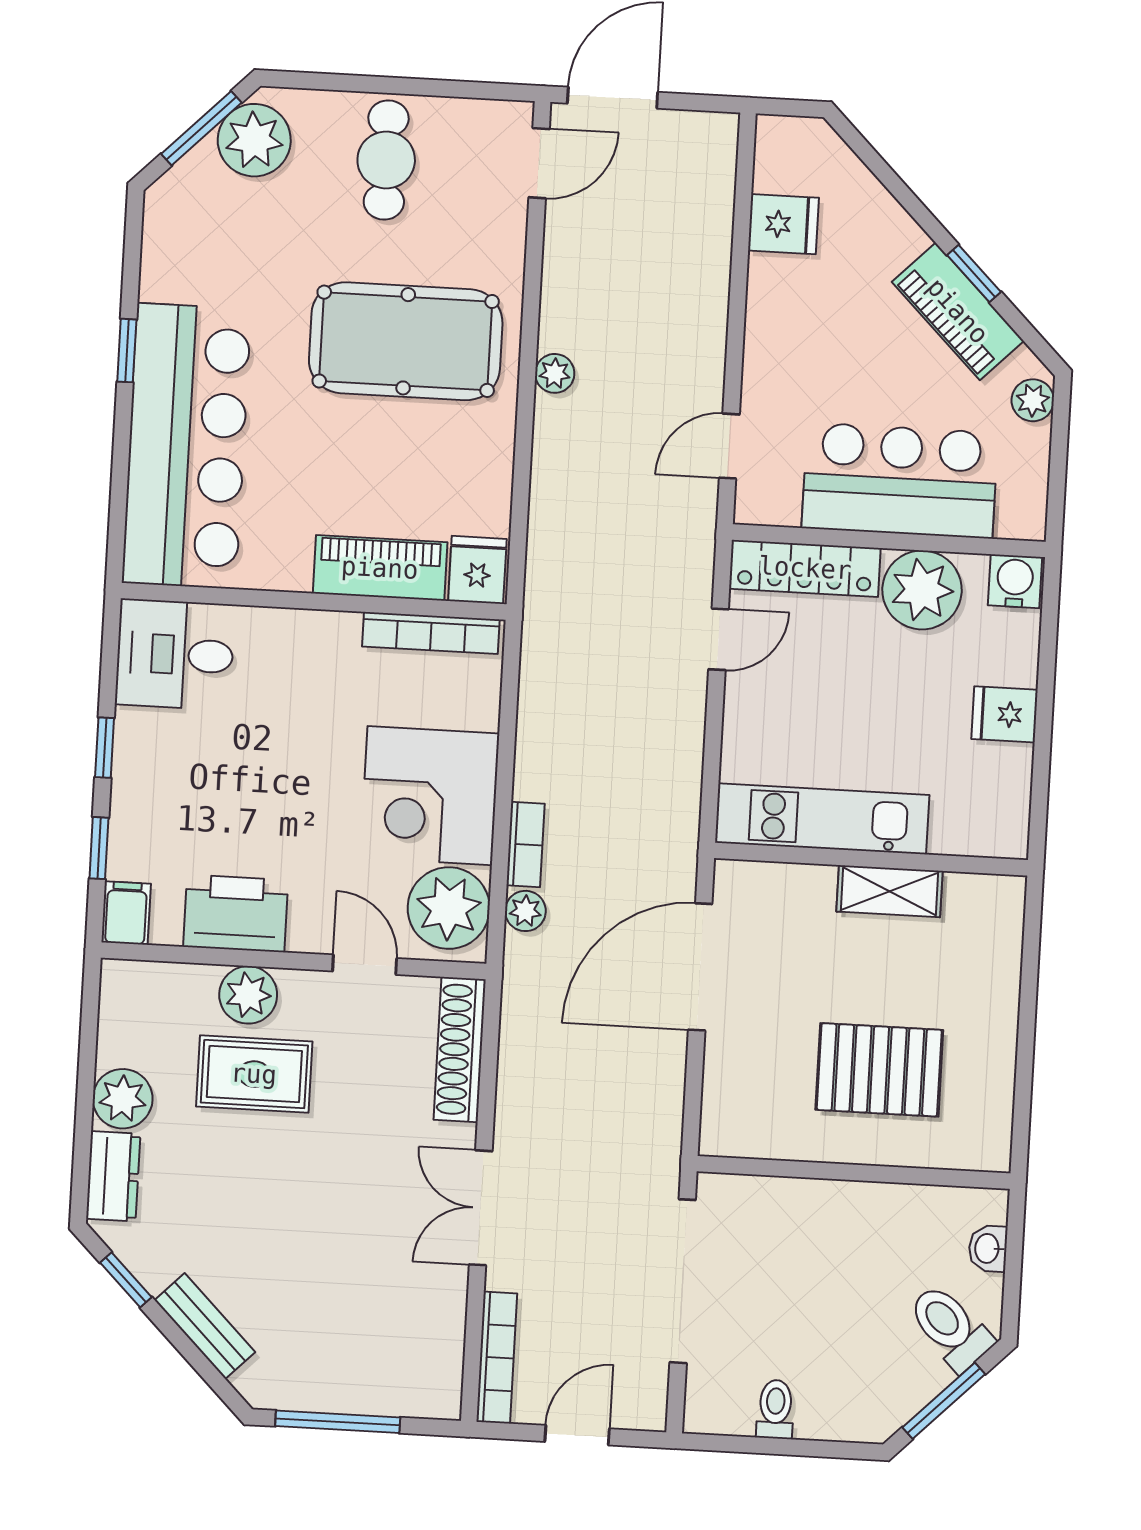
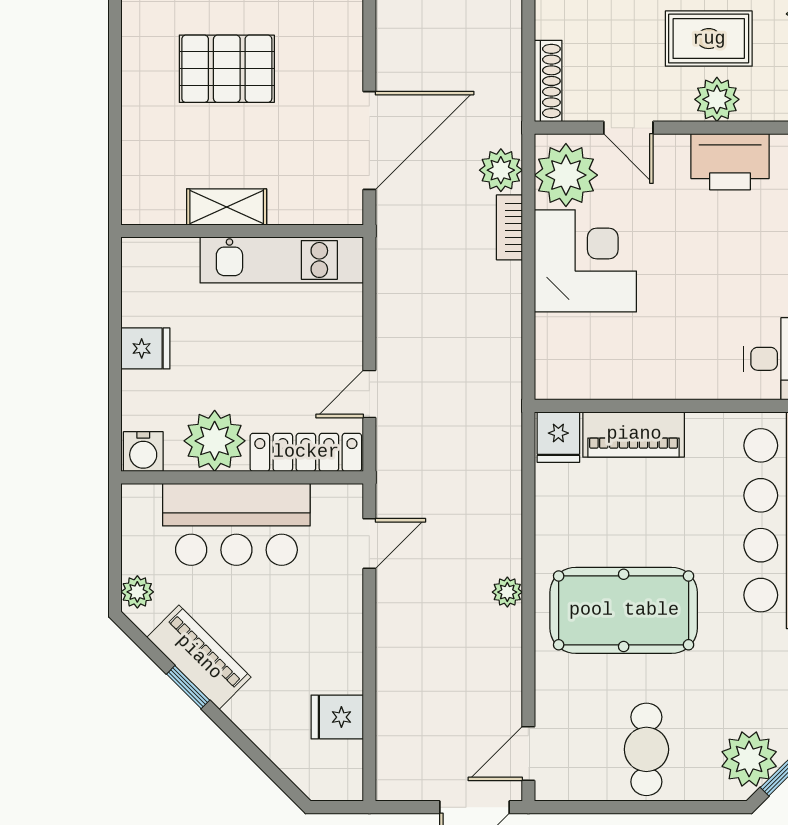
bookcase: (431, 633) -> (592, 386), removed
plant: (525, 911) -> (501, 170), width x1.38, depth x1.38
shoe rack: (460, 1050) -> (548, 81), width x0.74, depth x0.81

